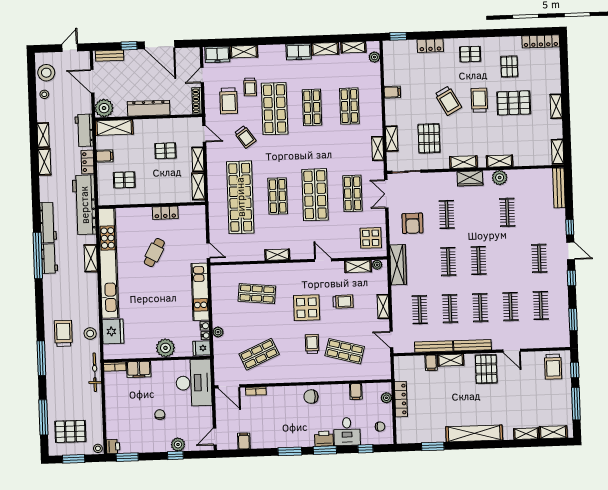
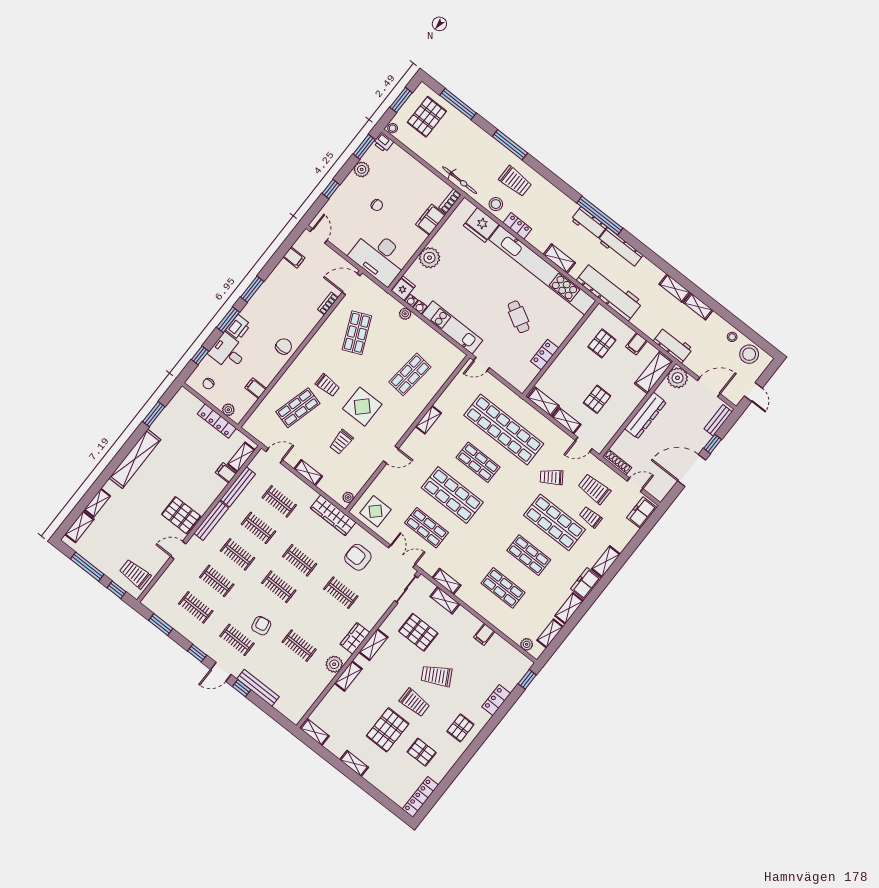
shelving: (244, 52) -> (606, 562), moved
door: (202, 75) -> (635, 485), hinge flipped
locker: (88, 162) -> (517, 226), moved
bench: (559, 188) -> (258, 688), moved
armchair: (515, 250) -> (261, 626), added
shelving: (358, 266) -> (360, 480), removed
shelving: (451, 360) -> (241, 457), moved
plant: (178, 444) -> (362, 169), moved

